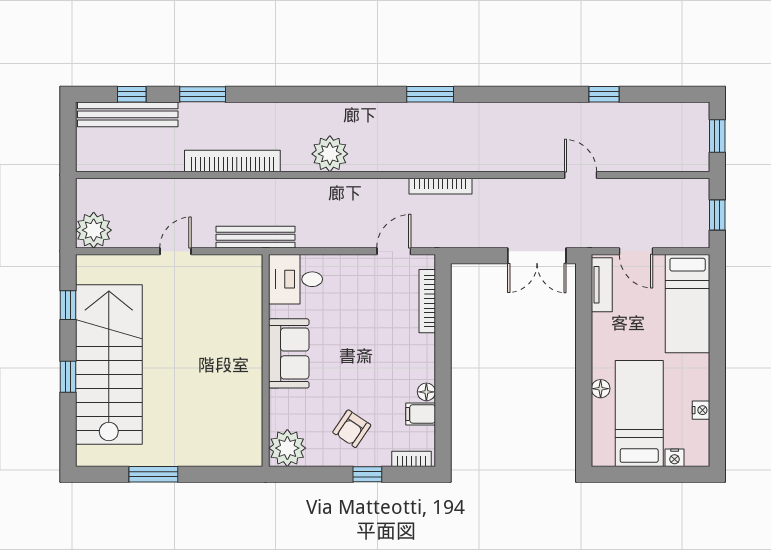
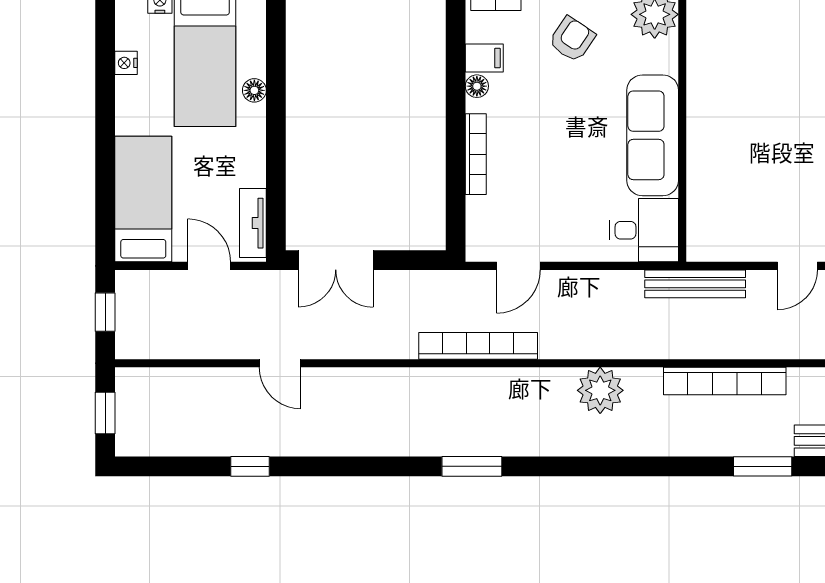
bookcase: (440, 186) -> (478, 346), width x1.48, depth x1.31
double door: (537, 256) -> (336, 260), swing flipped
bookcase: (427, 301) -> (476, 154), moved
sofa: (289, 353) -> (653, 135), width x1.36

